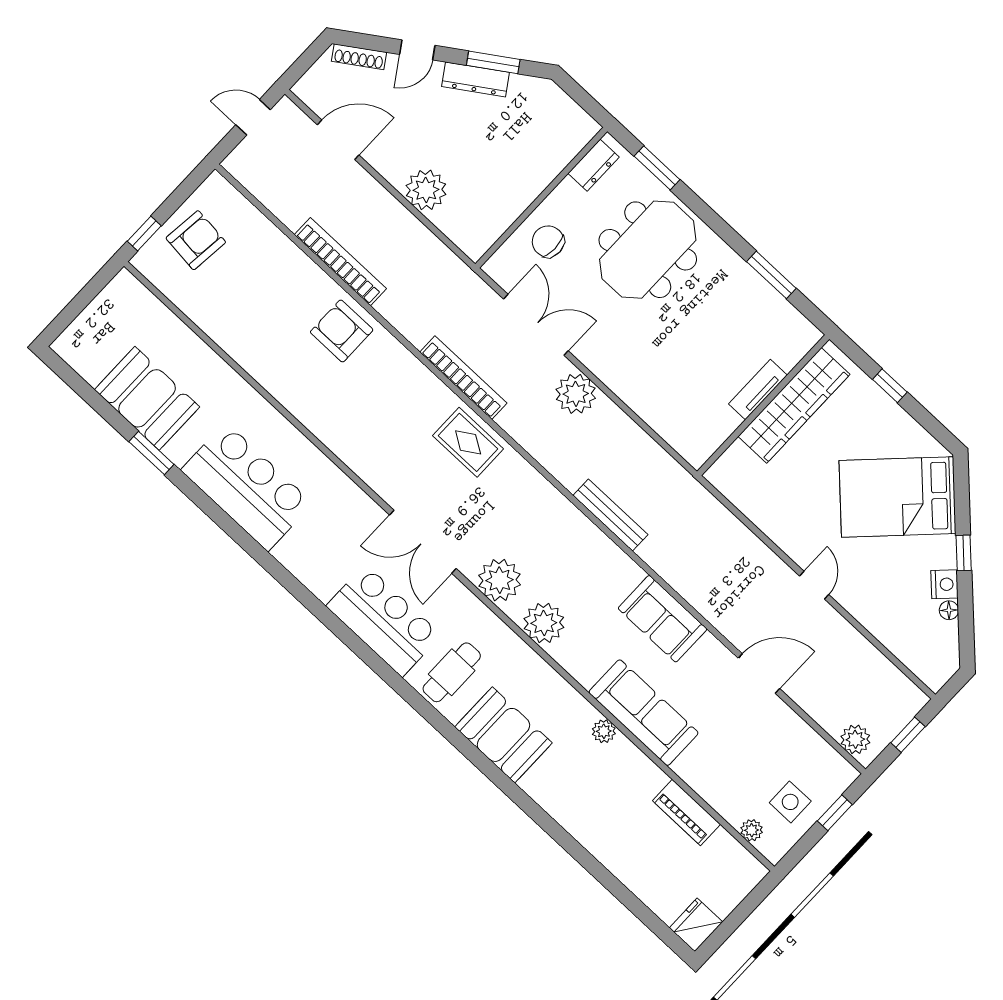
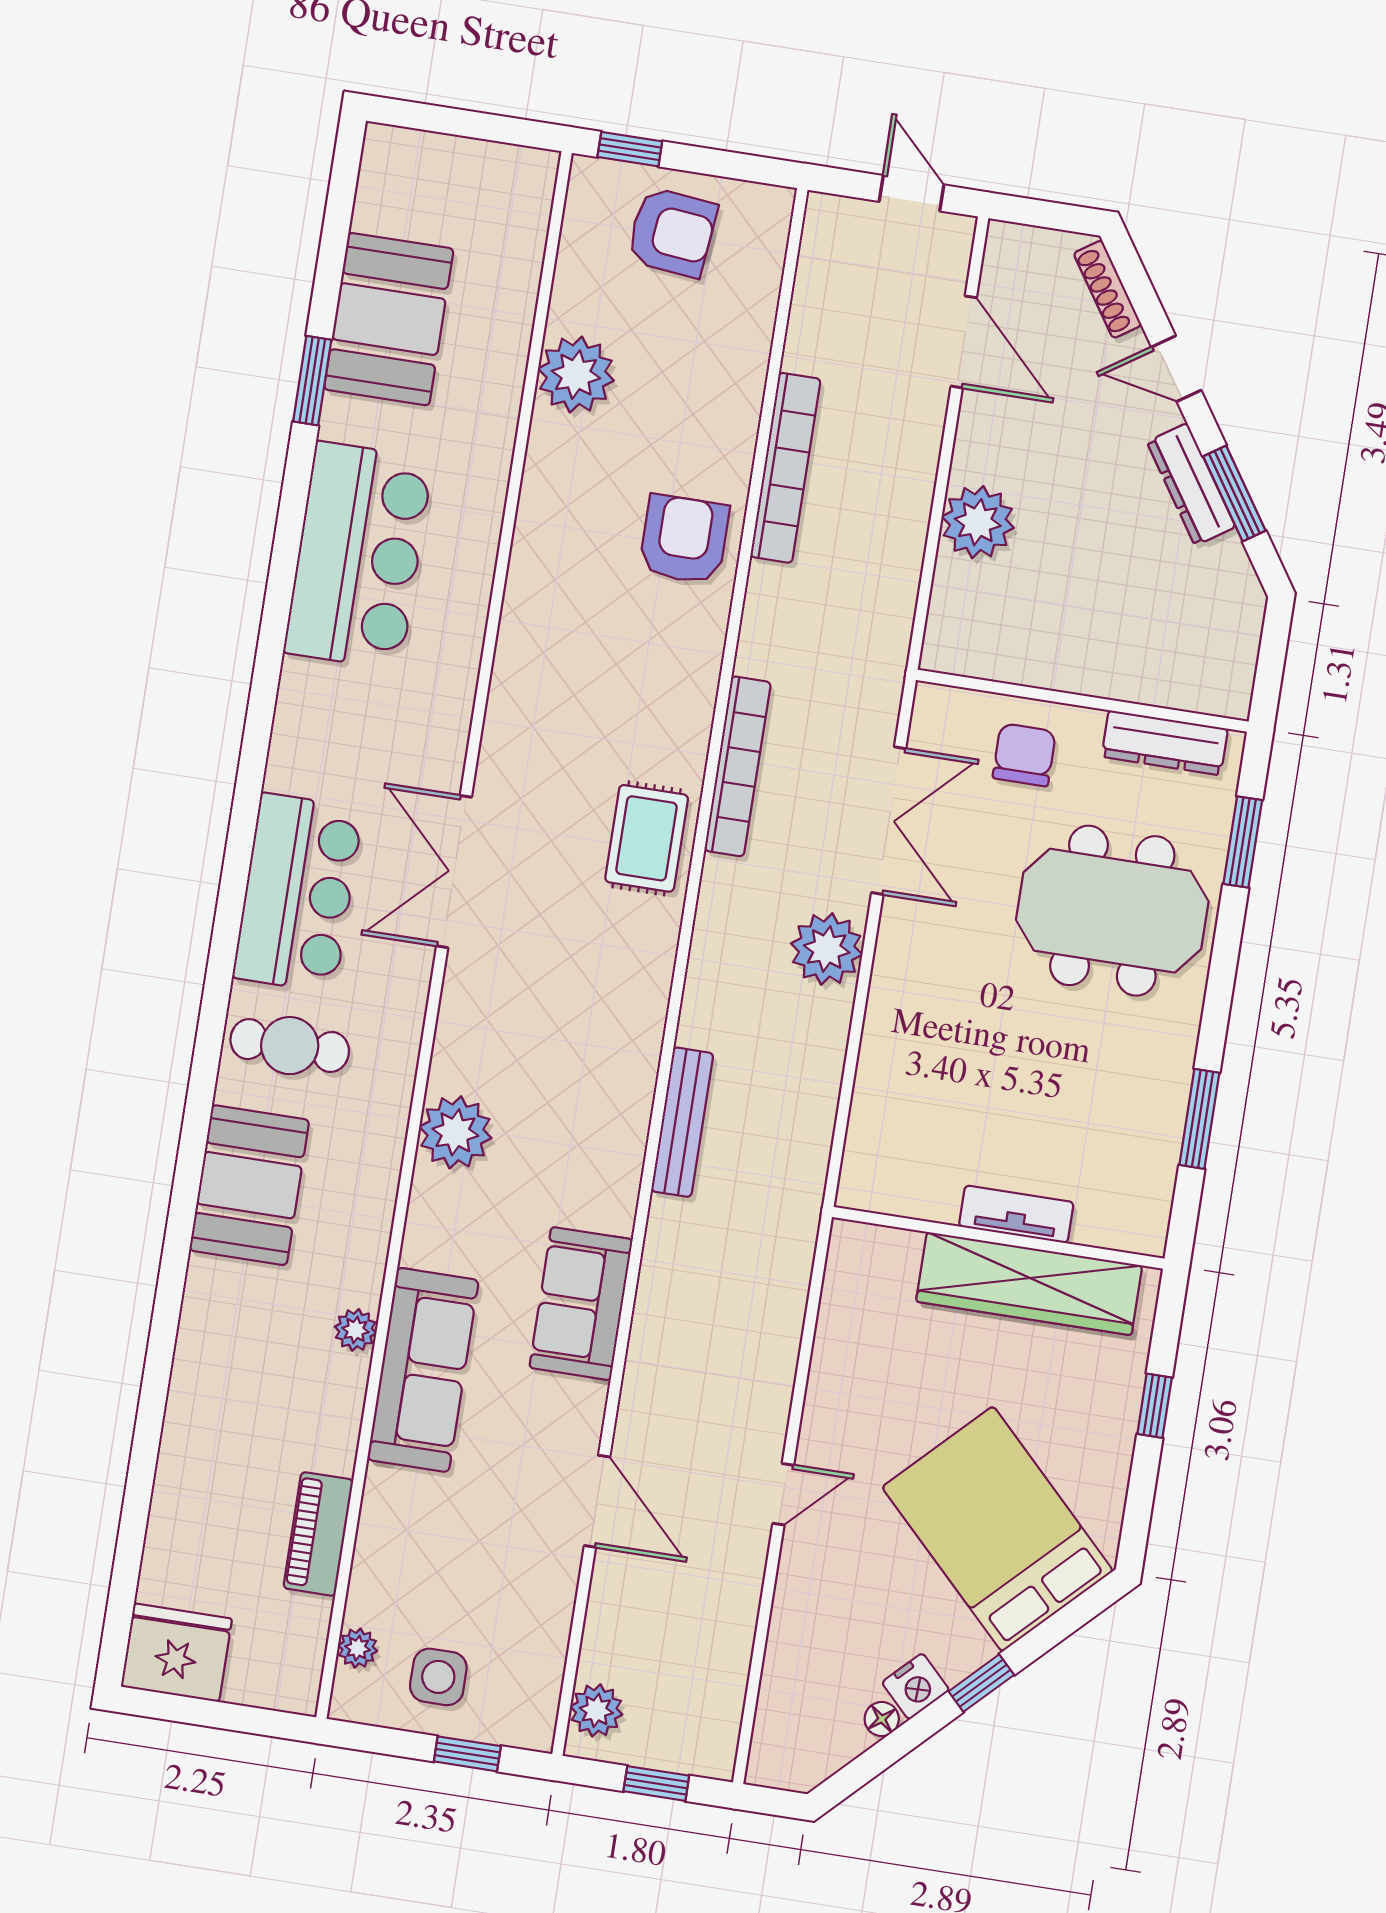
dresser: (594, 165) -> (1165, 743), width x1.44
plant: (500, 580) -> (576, 375), moved
fridge: (696, 925) -> (176, 1653), width x1.36, depth x1.34

